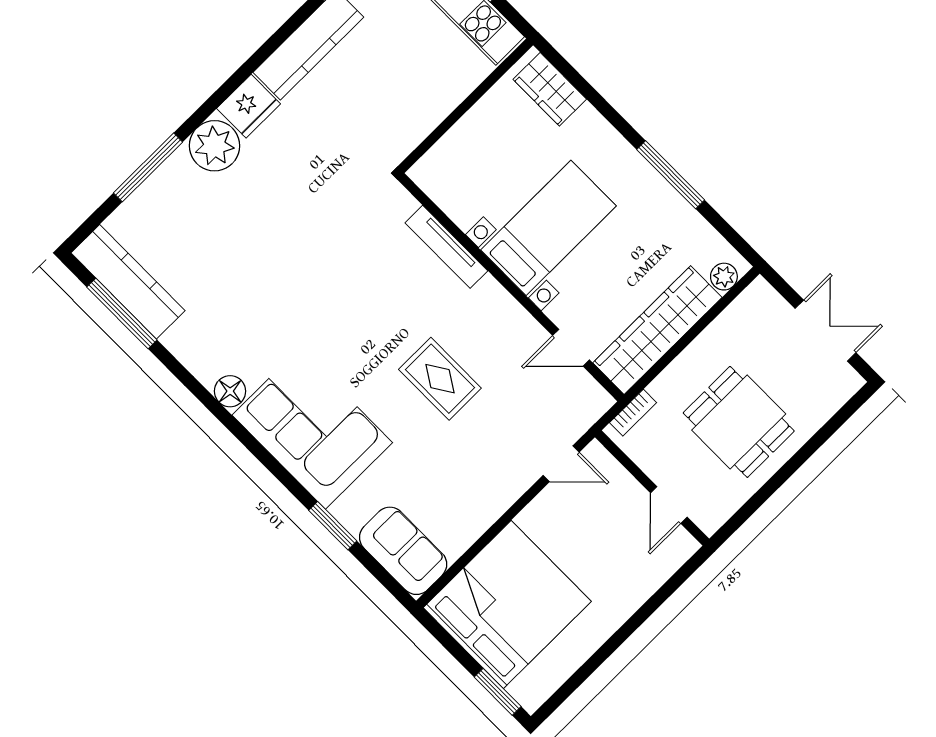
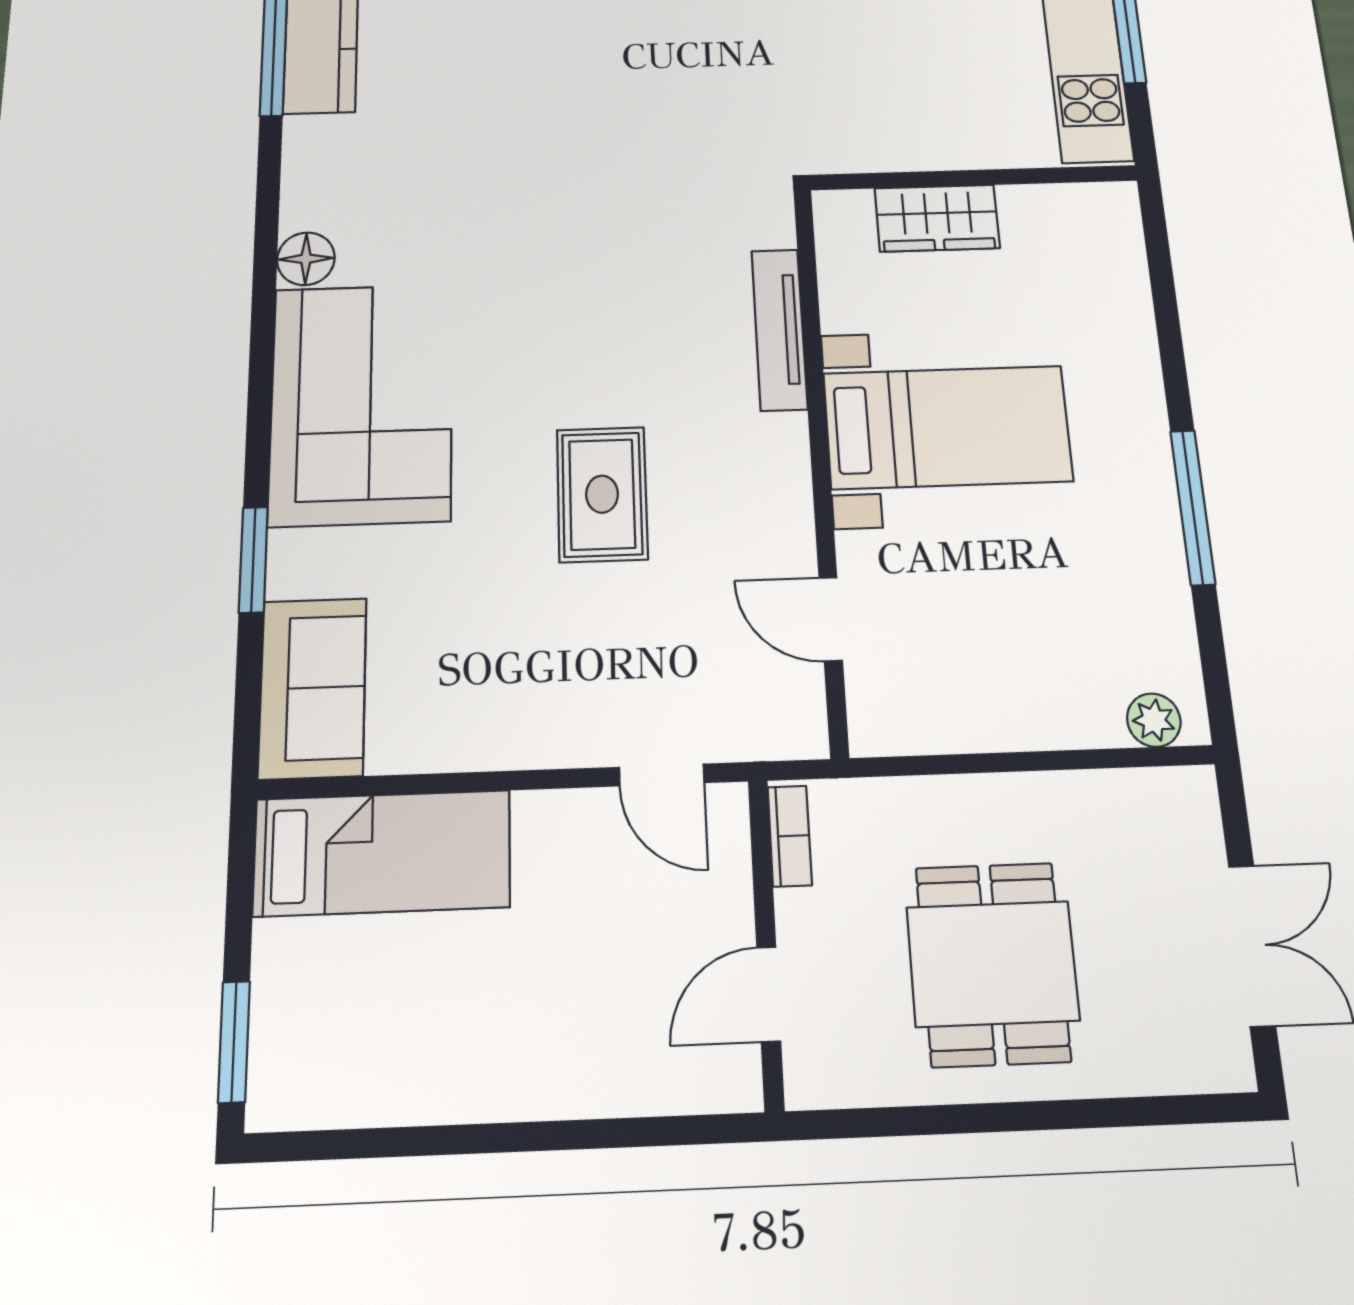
wardrobe: (550, 89) -> (937, 218), moved, turned -90
wardrobe: (657, 330) -> (983, 708), removed
bookcase: (633, 413) -> (790, 836), moved, turned -90
bed: (507, 604) -> (382, 853), width x0.49

